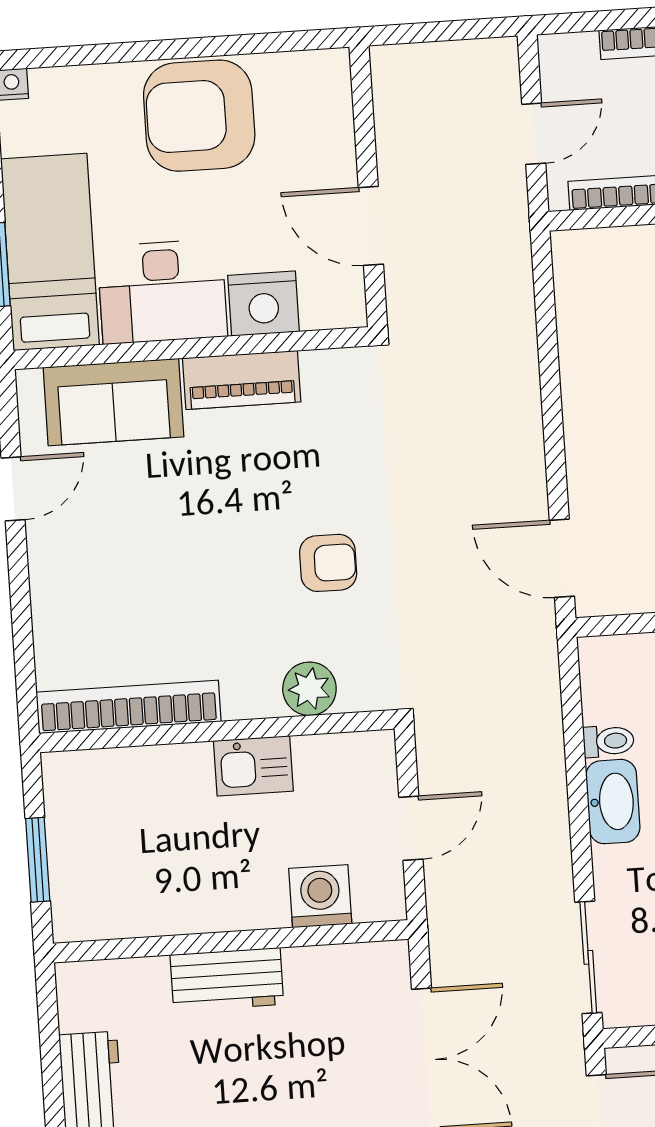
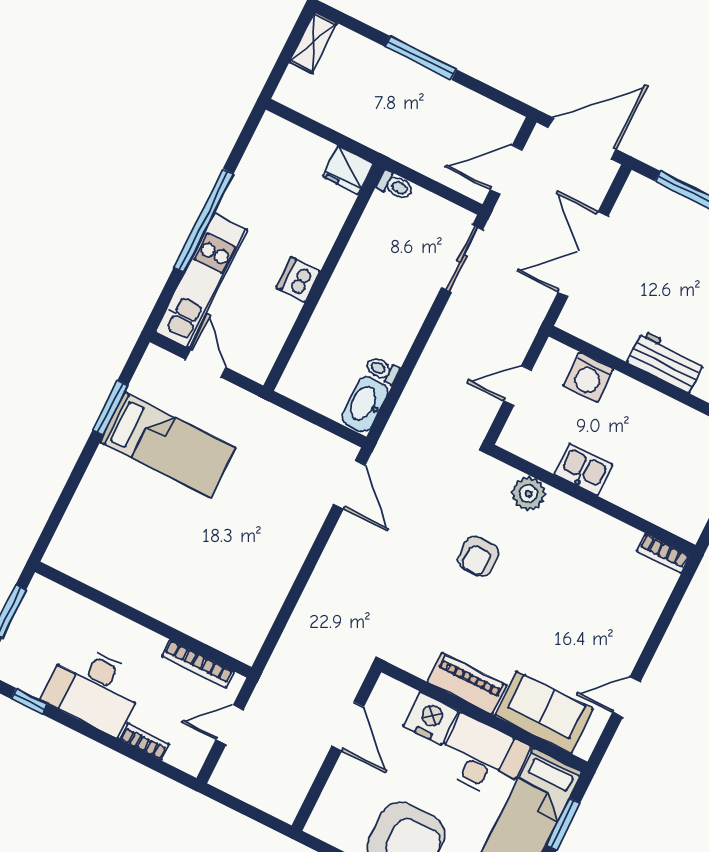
armchair: (328, 563) -> (478, 556), turned -90
bookcase: (129, 707) -> (663, 553), width x0.43, depth x0.76
washbasin: (613, 802) -> (365, 404), moved

